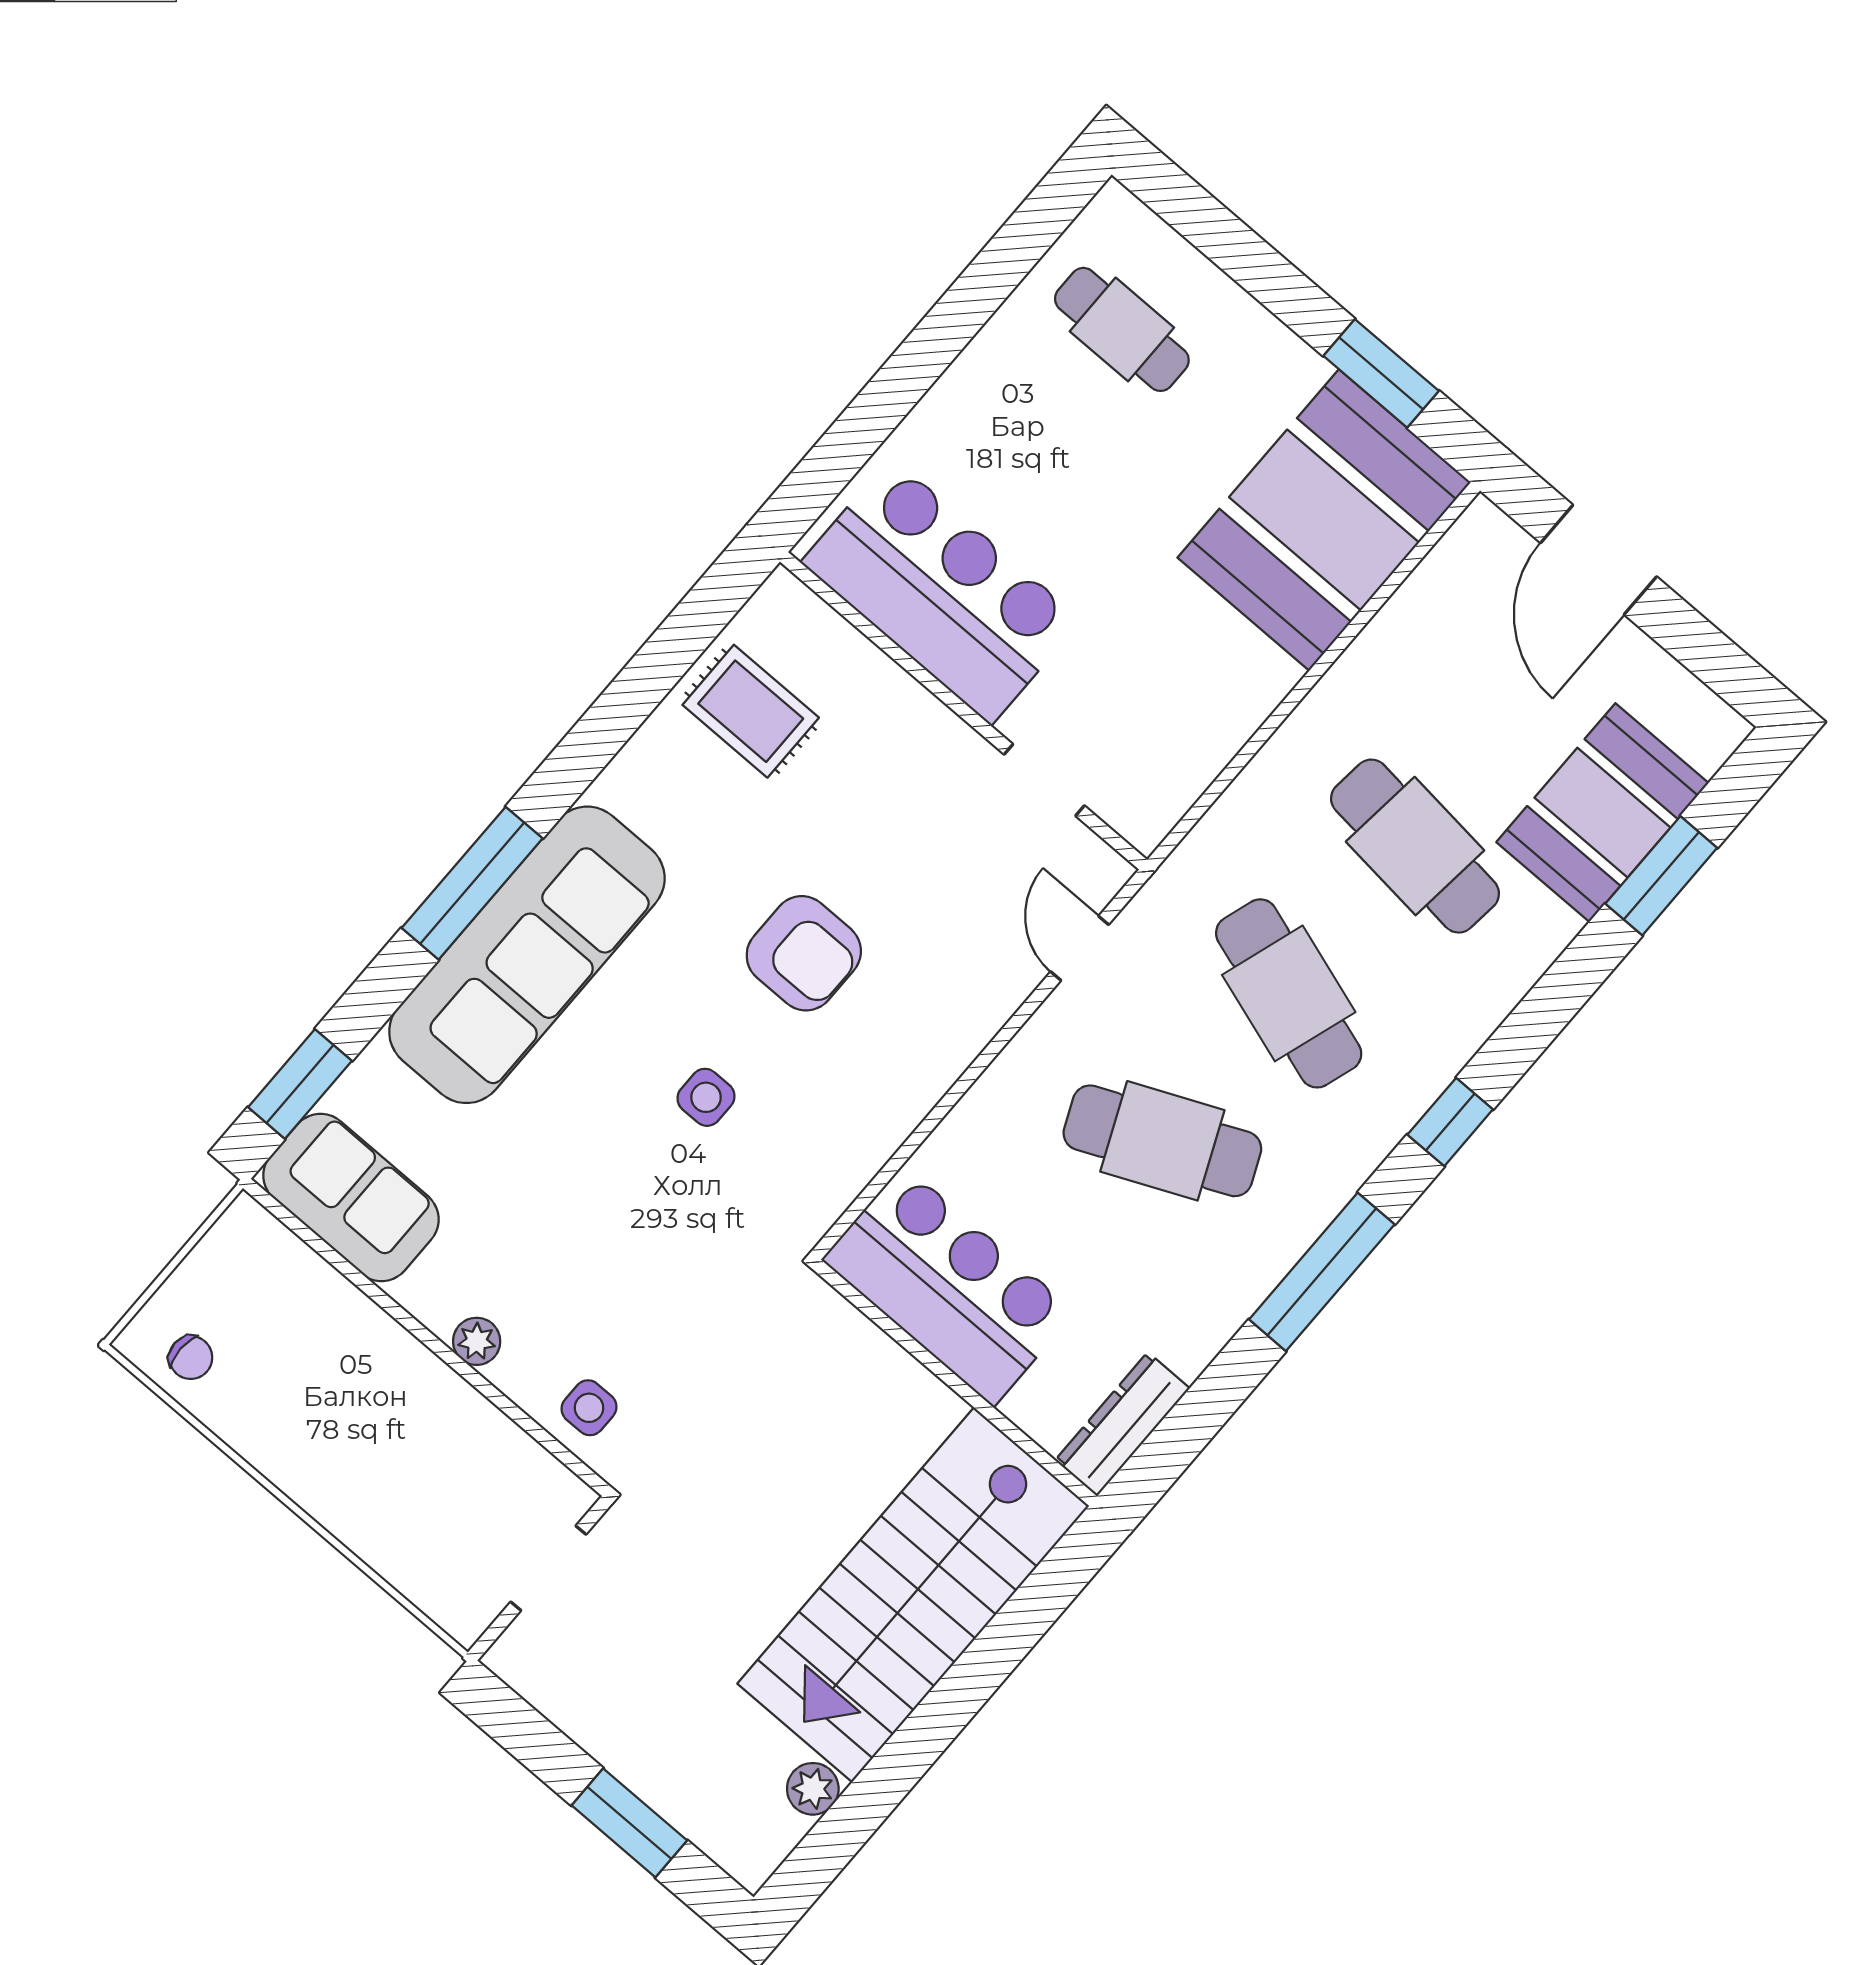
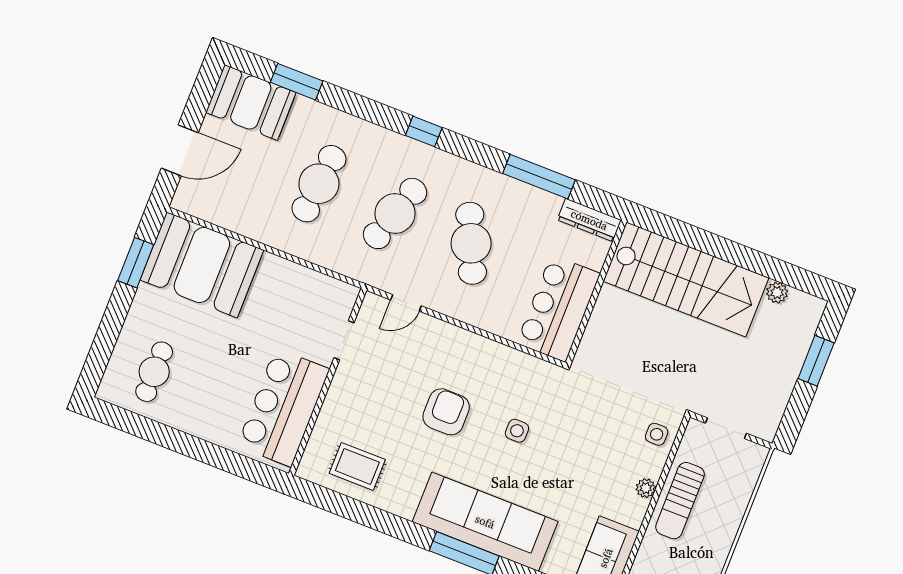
rug: (751, 711) -> (357, 466), turned 90
booth: (1603, 813) -> (251, 102), moved
window: (1322, 1272) -> (539, 177), moved
sun lounger: (422, 1409) -> (680, 501), added

